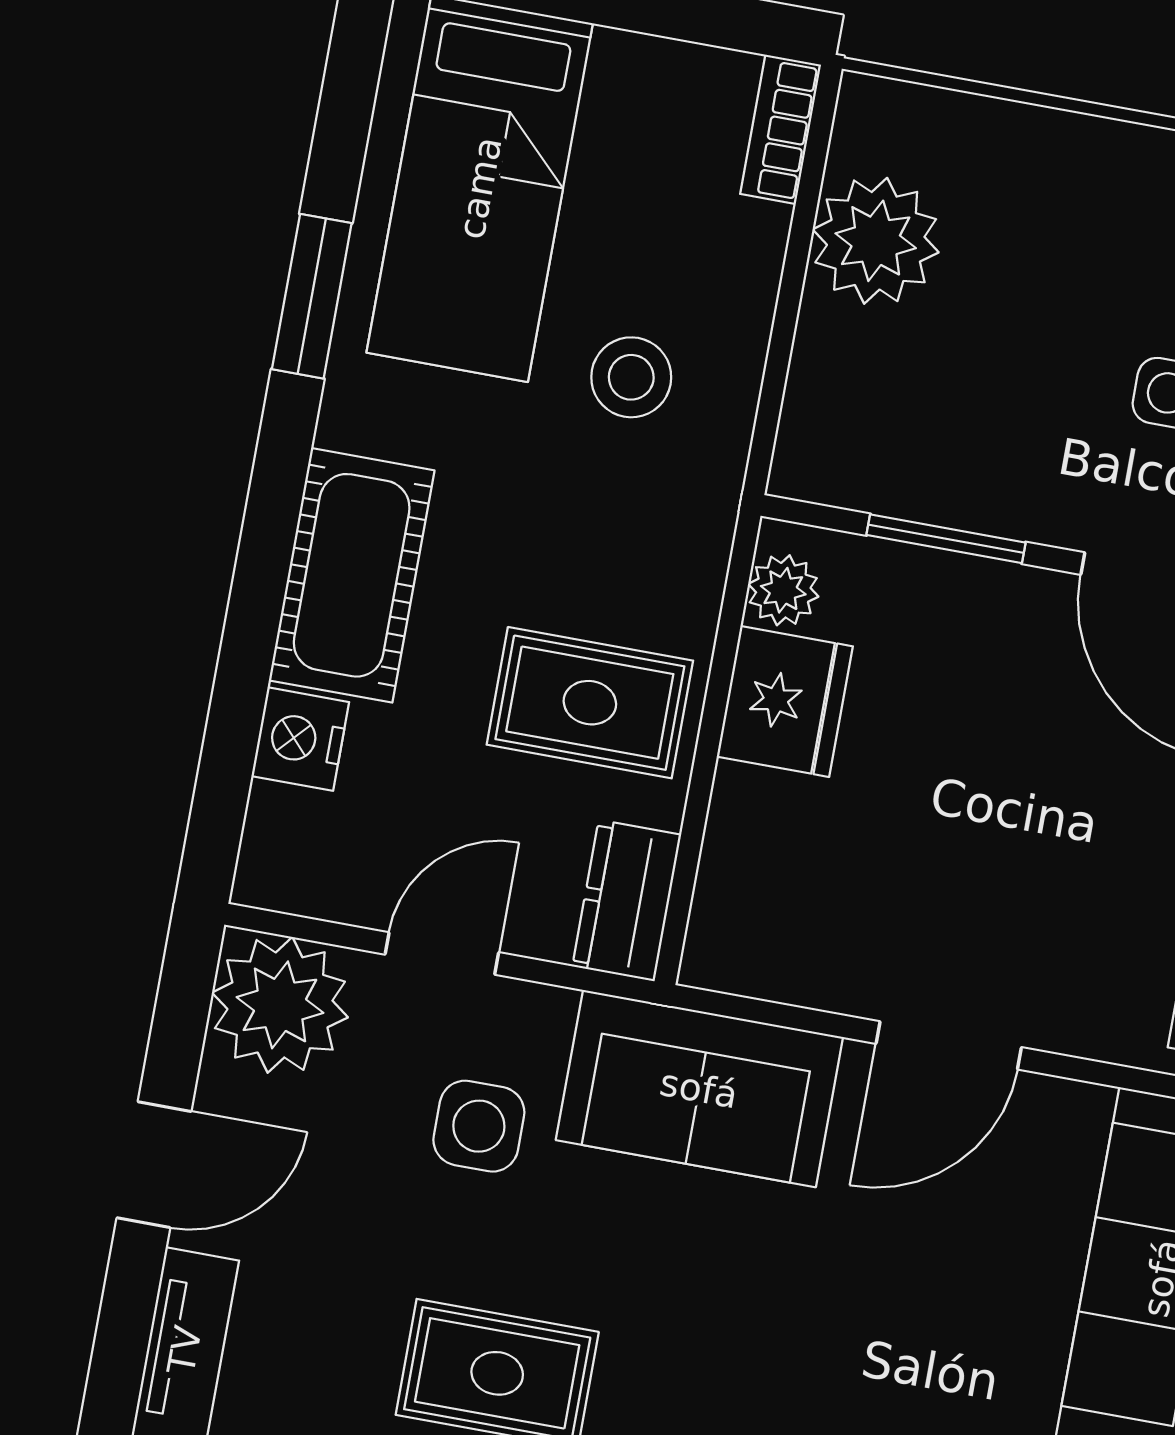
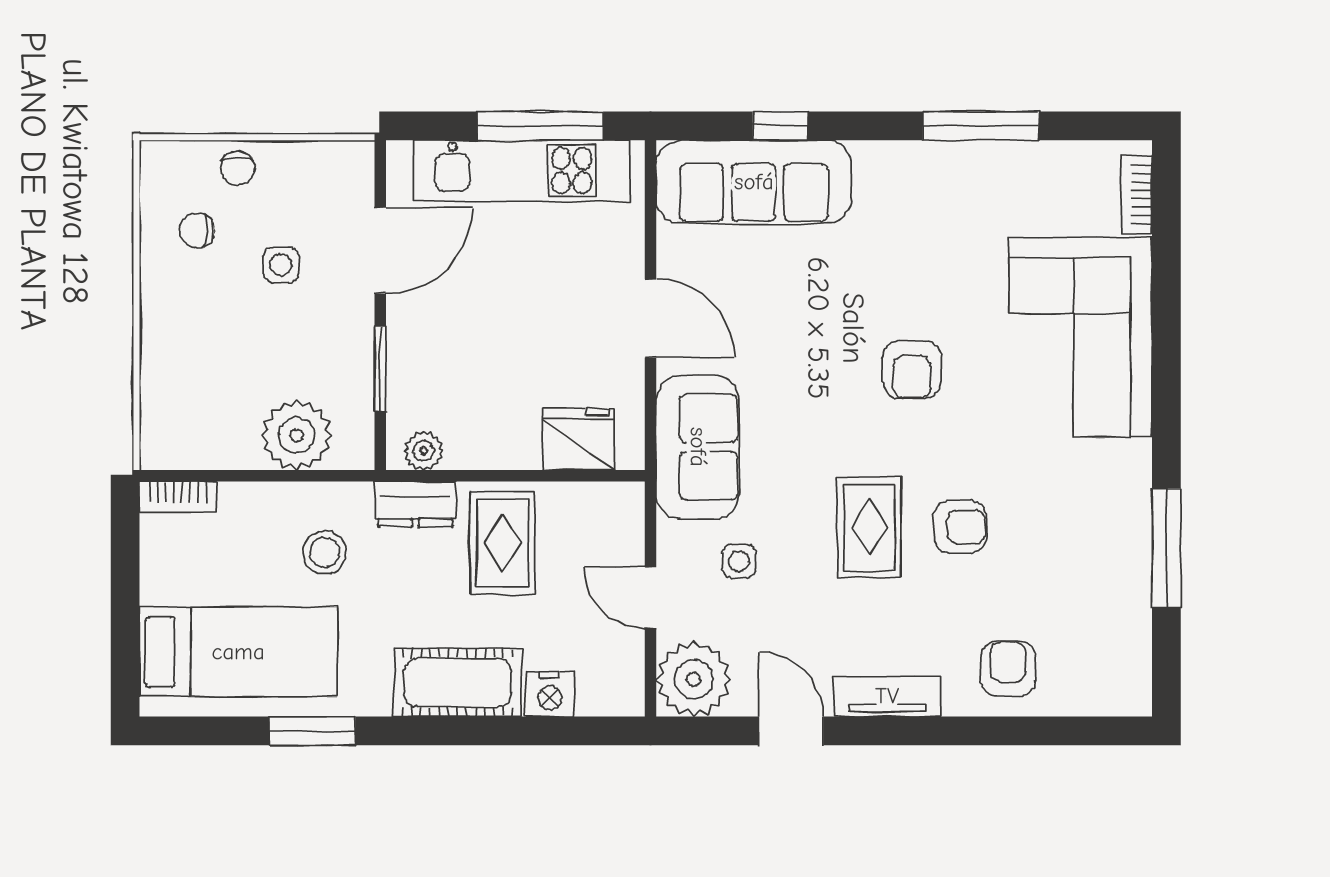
plant: (876, 241) -> (297, 435), moved
fridge: (785, 701) -> (579, 439), moved
dresser: (627, 901) -> (415, 504), moved
side table: (479, 1126) -> (739, 561), width x0.73, depth x0.73

